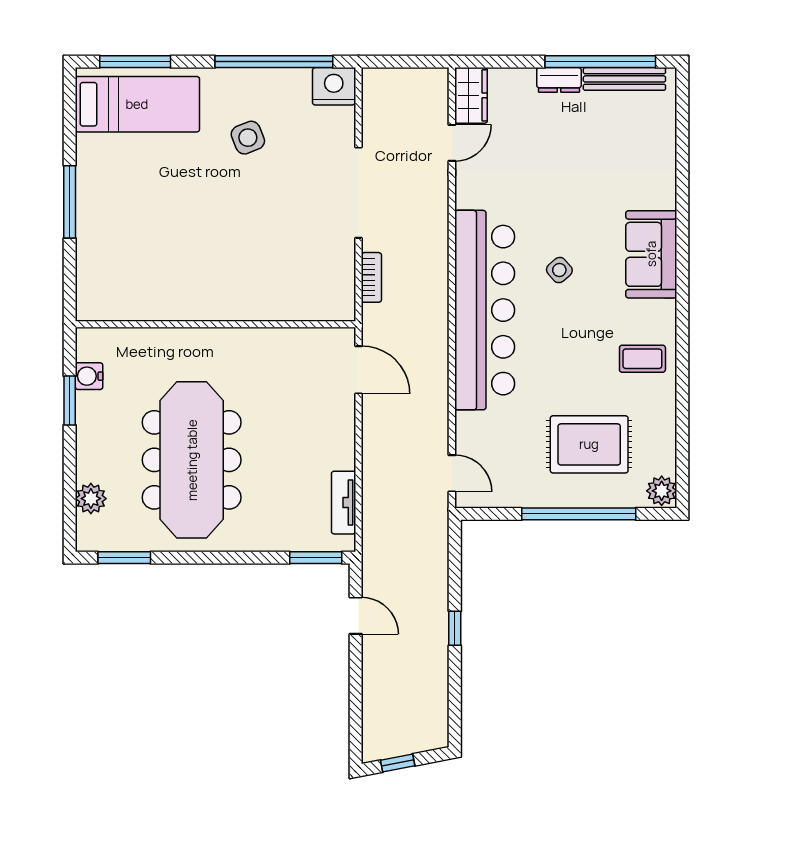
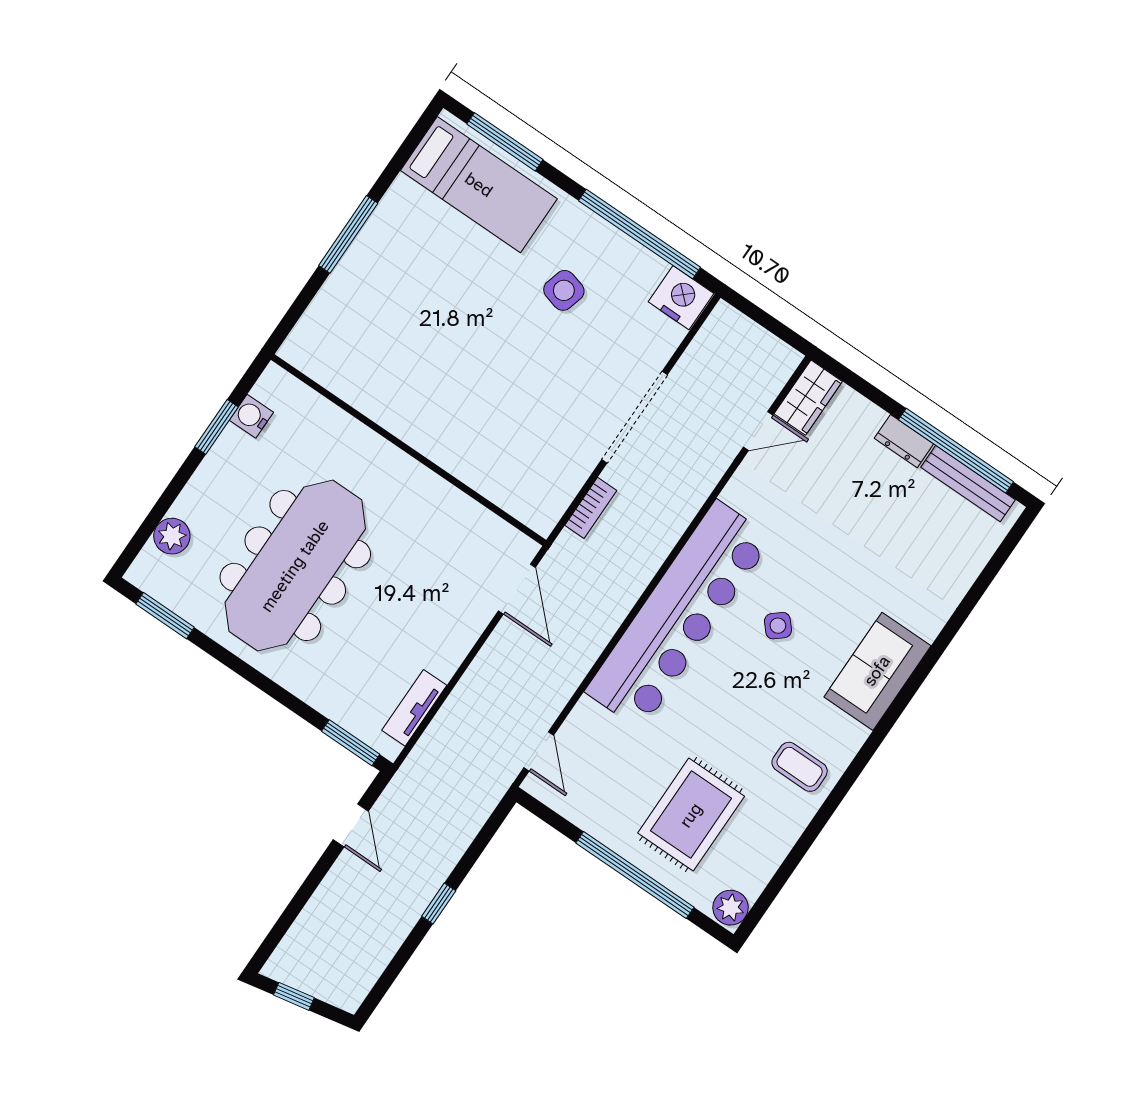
side table: (248, 138) -> (564, 290), turned 37
rug: (589, 444) -> (691, 815), turned 90

